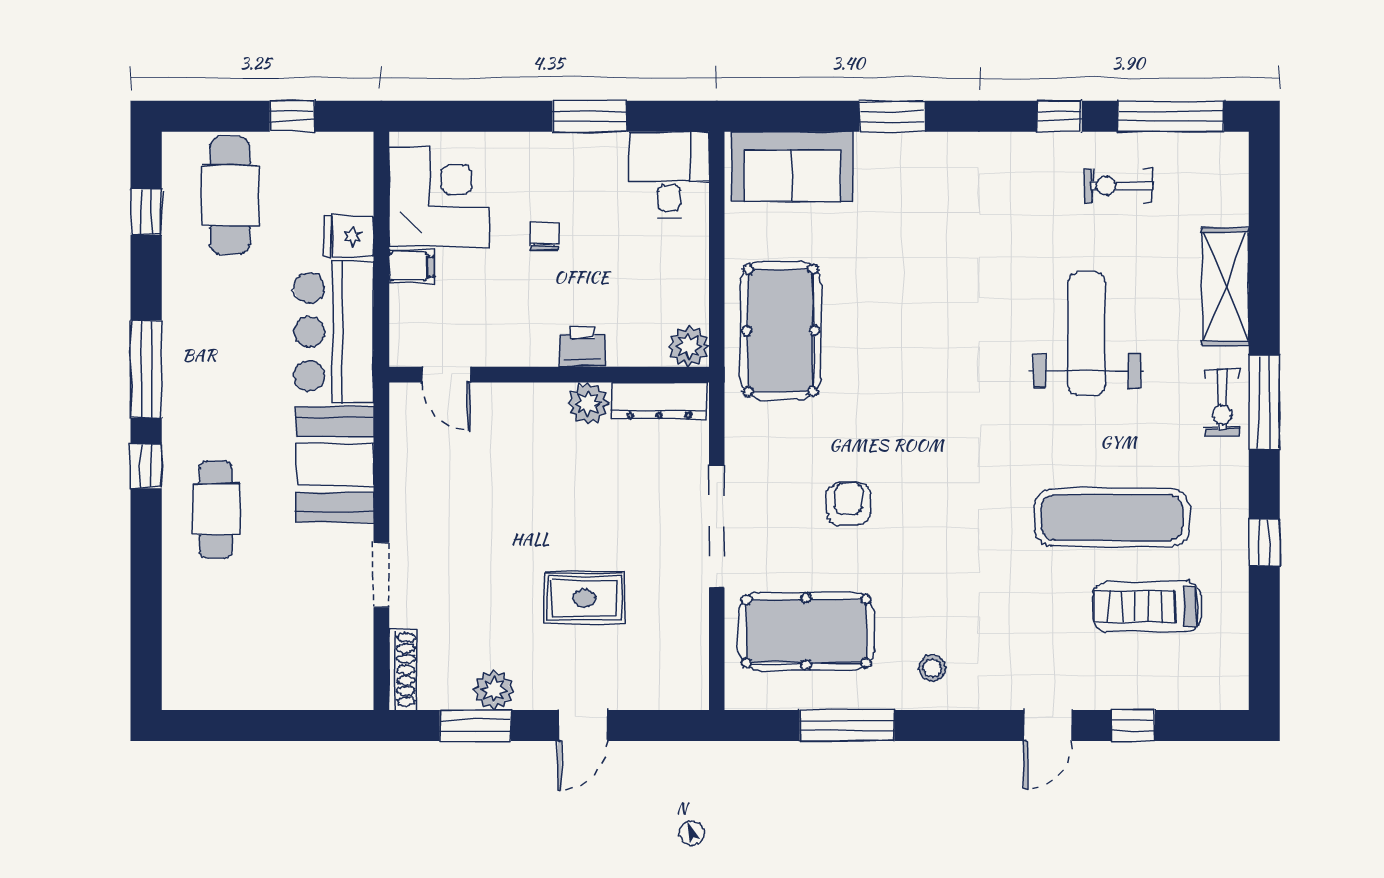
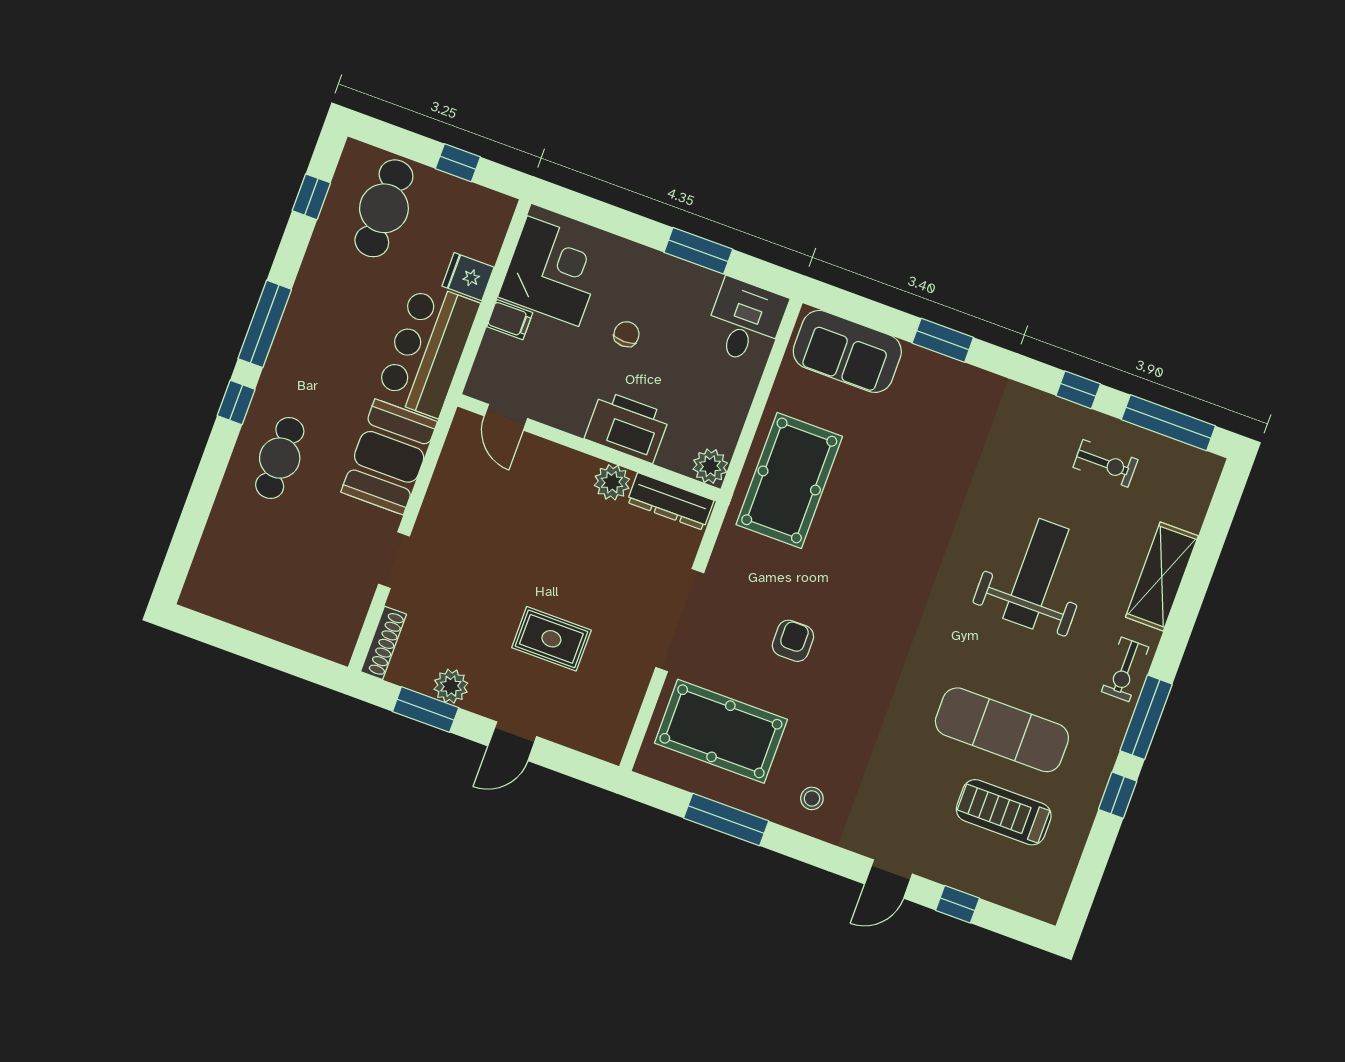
exercise bike: (1119, 186) -> (1105, 463), turned 180
printer: (582, 346) -> (627, 427), width x1.87, depth x1.48
window: (1264, 402) -> (1146, 717), moved

